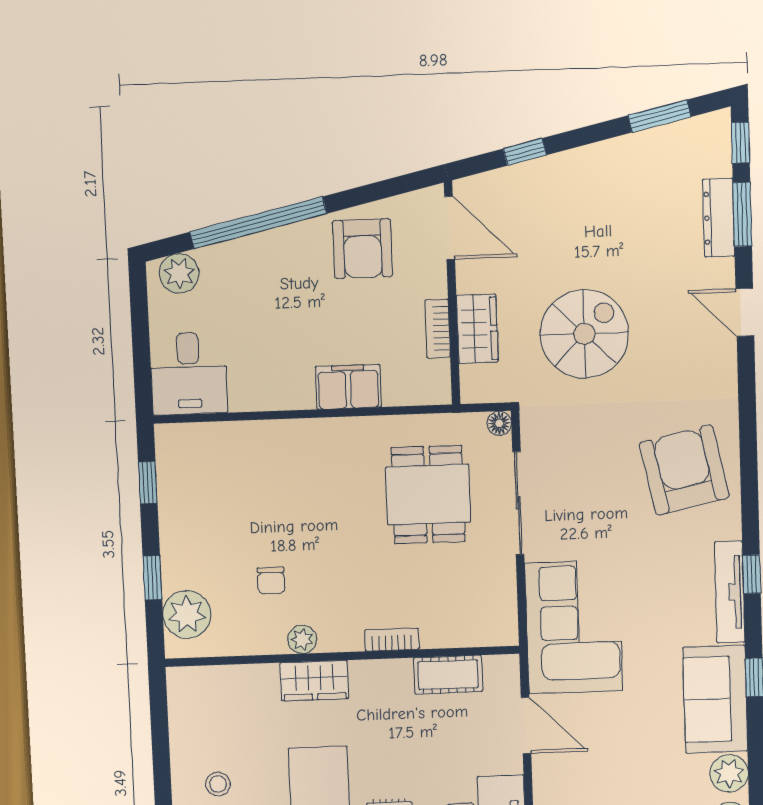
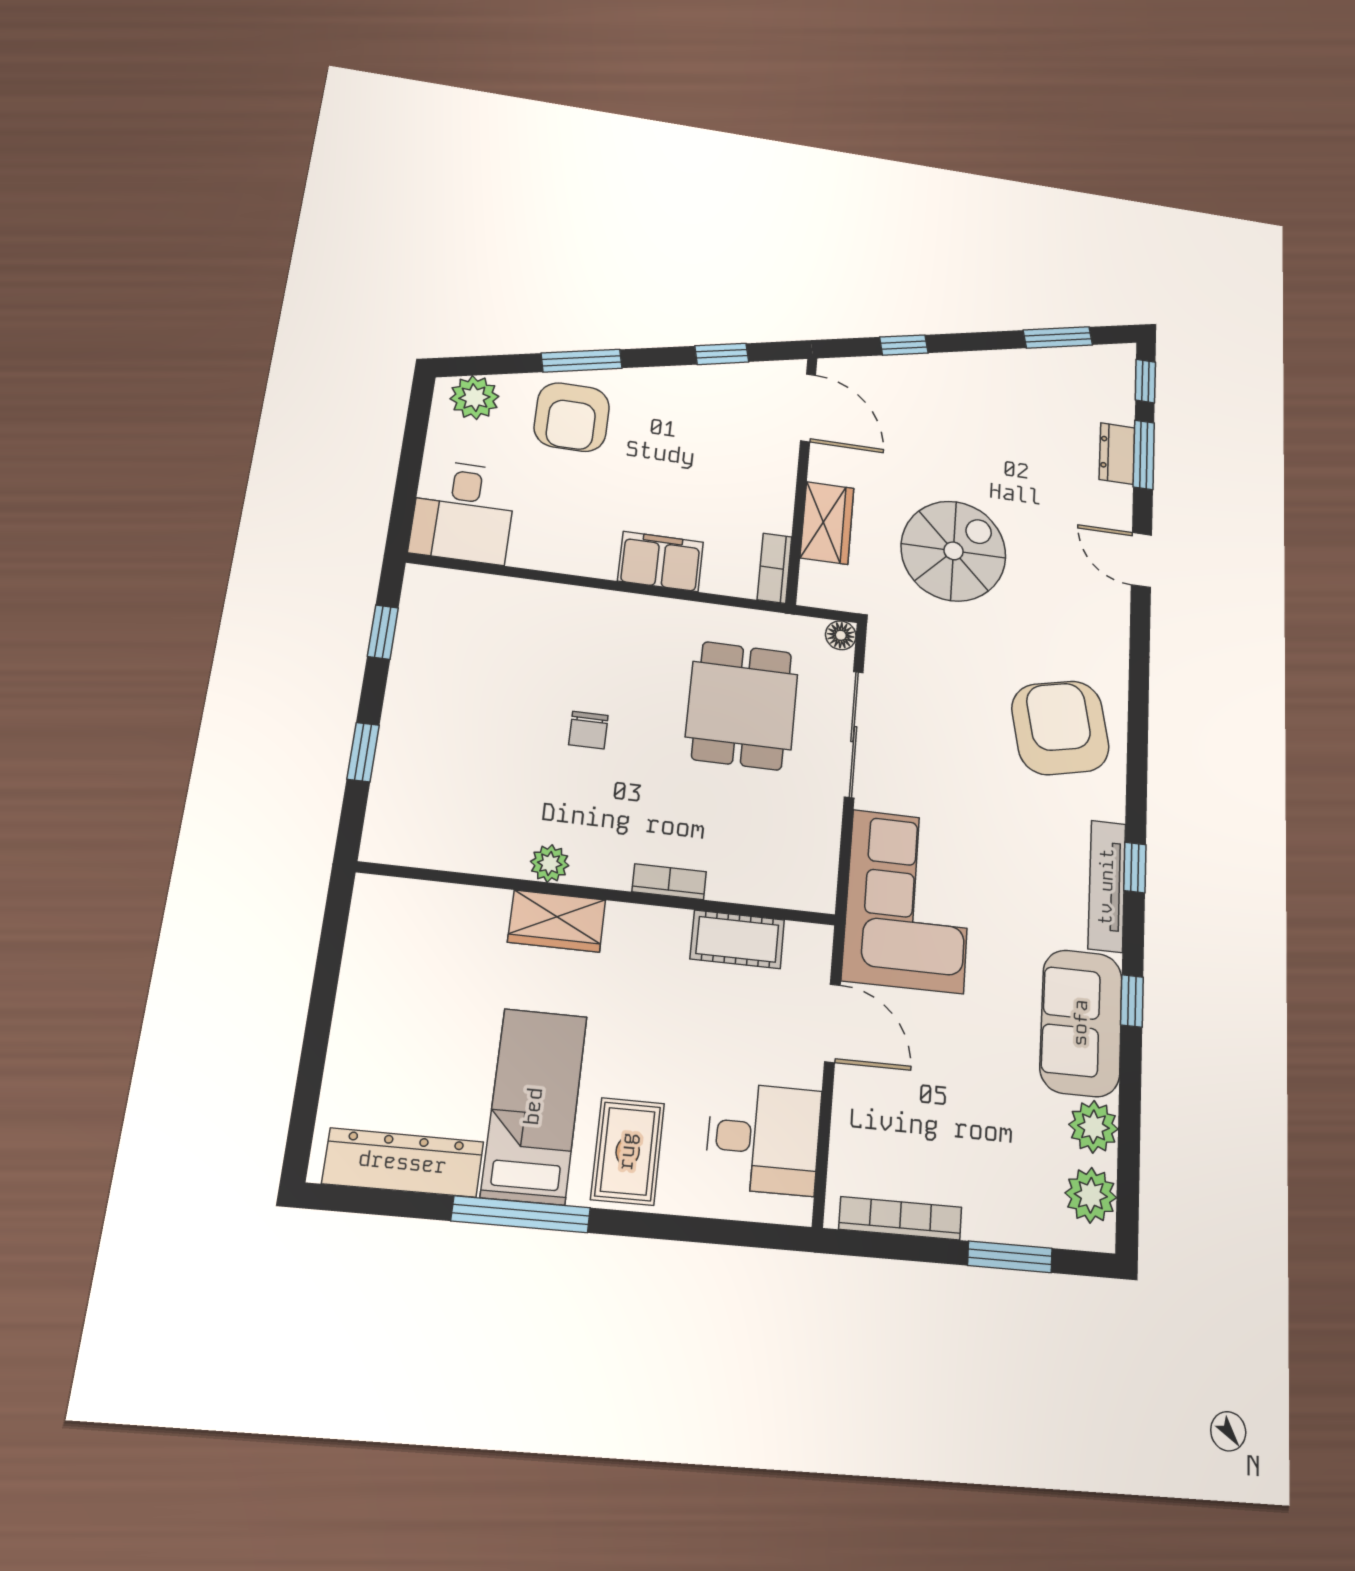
window: (372, 193) -> (722, 354), added
dresser: (719, 218) -> (1117, 454), width x0.70
window: (258, 223) -> (582, 361), width x0.47
armchair: (363, 249) -> (572, 417), moved
bookcase: (438, 329) -> (775, 568), moved
chair: (271, 580) -> (588, 730), moved
plant: (187, 614) -> (400, 807), removed
stool: (218, 784) -> (396, 1047), removed

